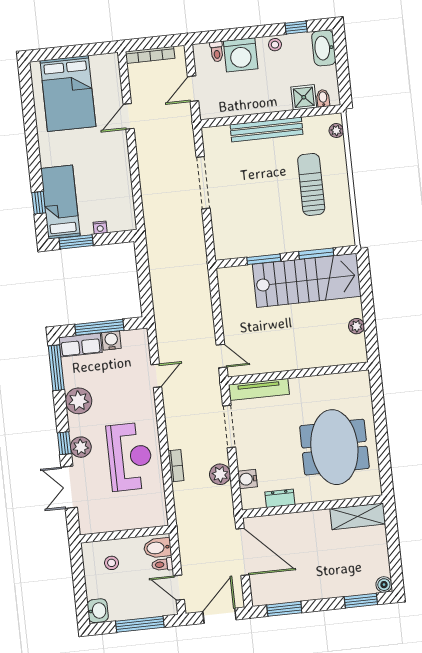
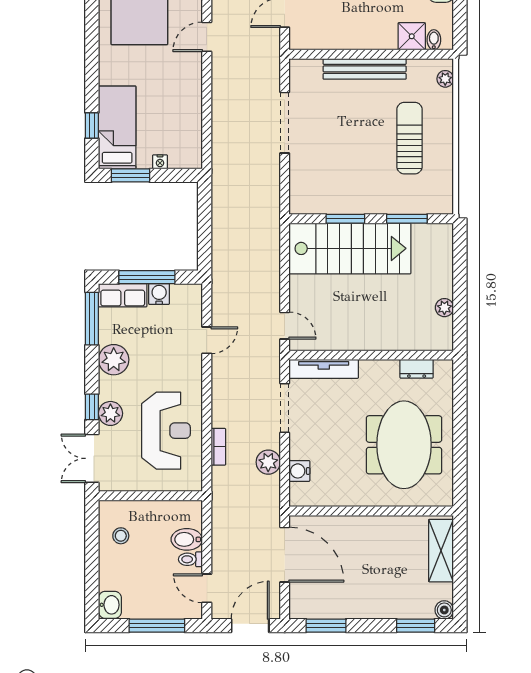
stairs: (307, 280) -> (350, 248), moved
dresser: (280, 498) -> (417, 369), moved, turned 180
shelving: (358, 516) -> (441, 551), moved, turned 90
wall: (125, 534) -> (150, 496), moved
stool: (112, 563) -> (121, 536), moved

